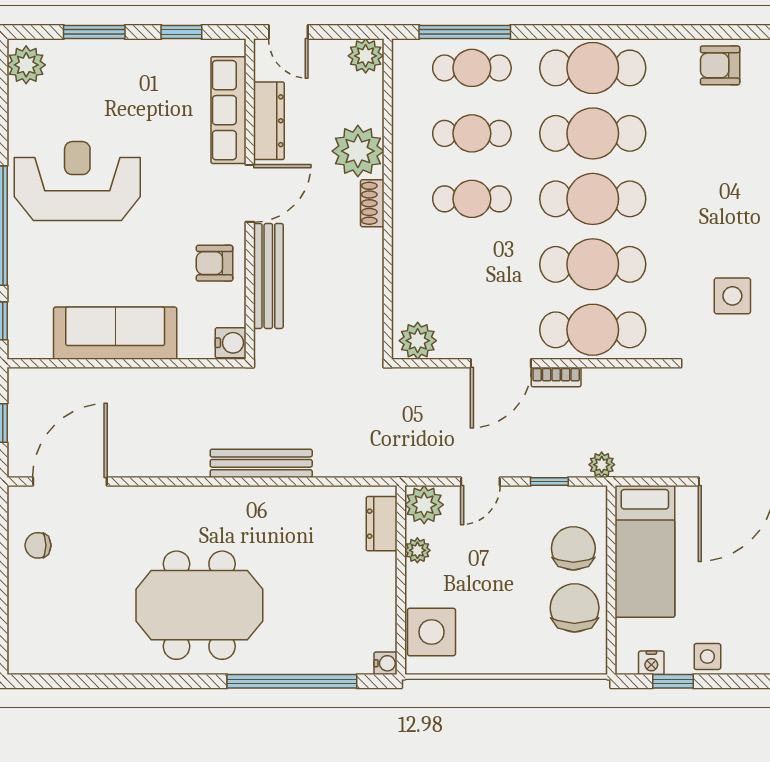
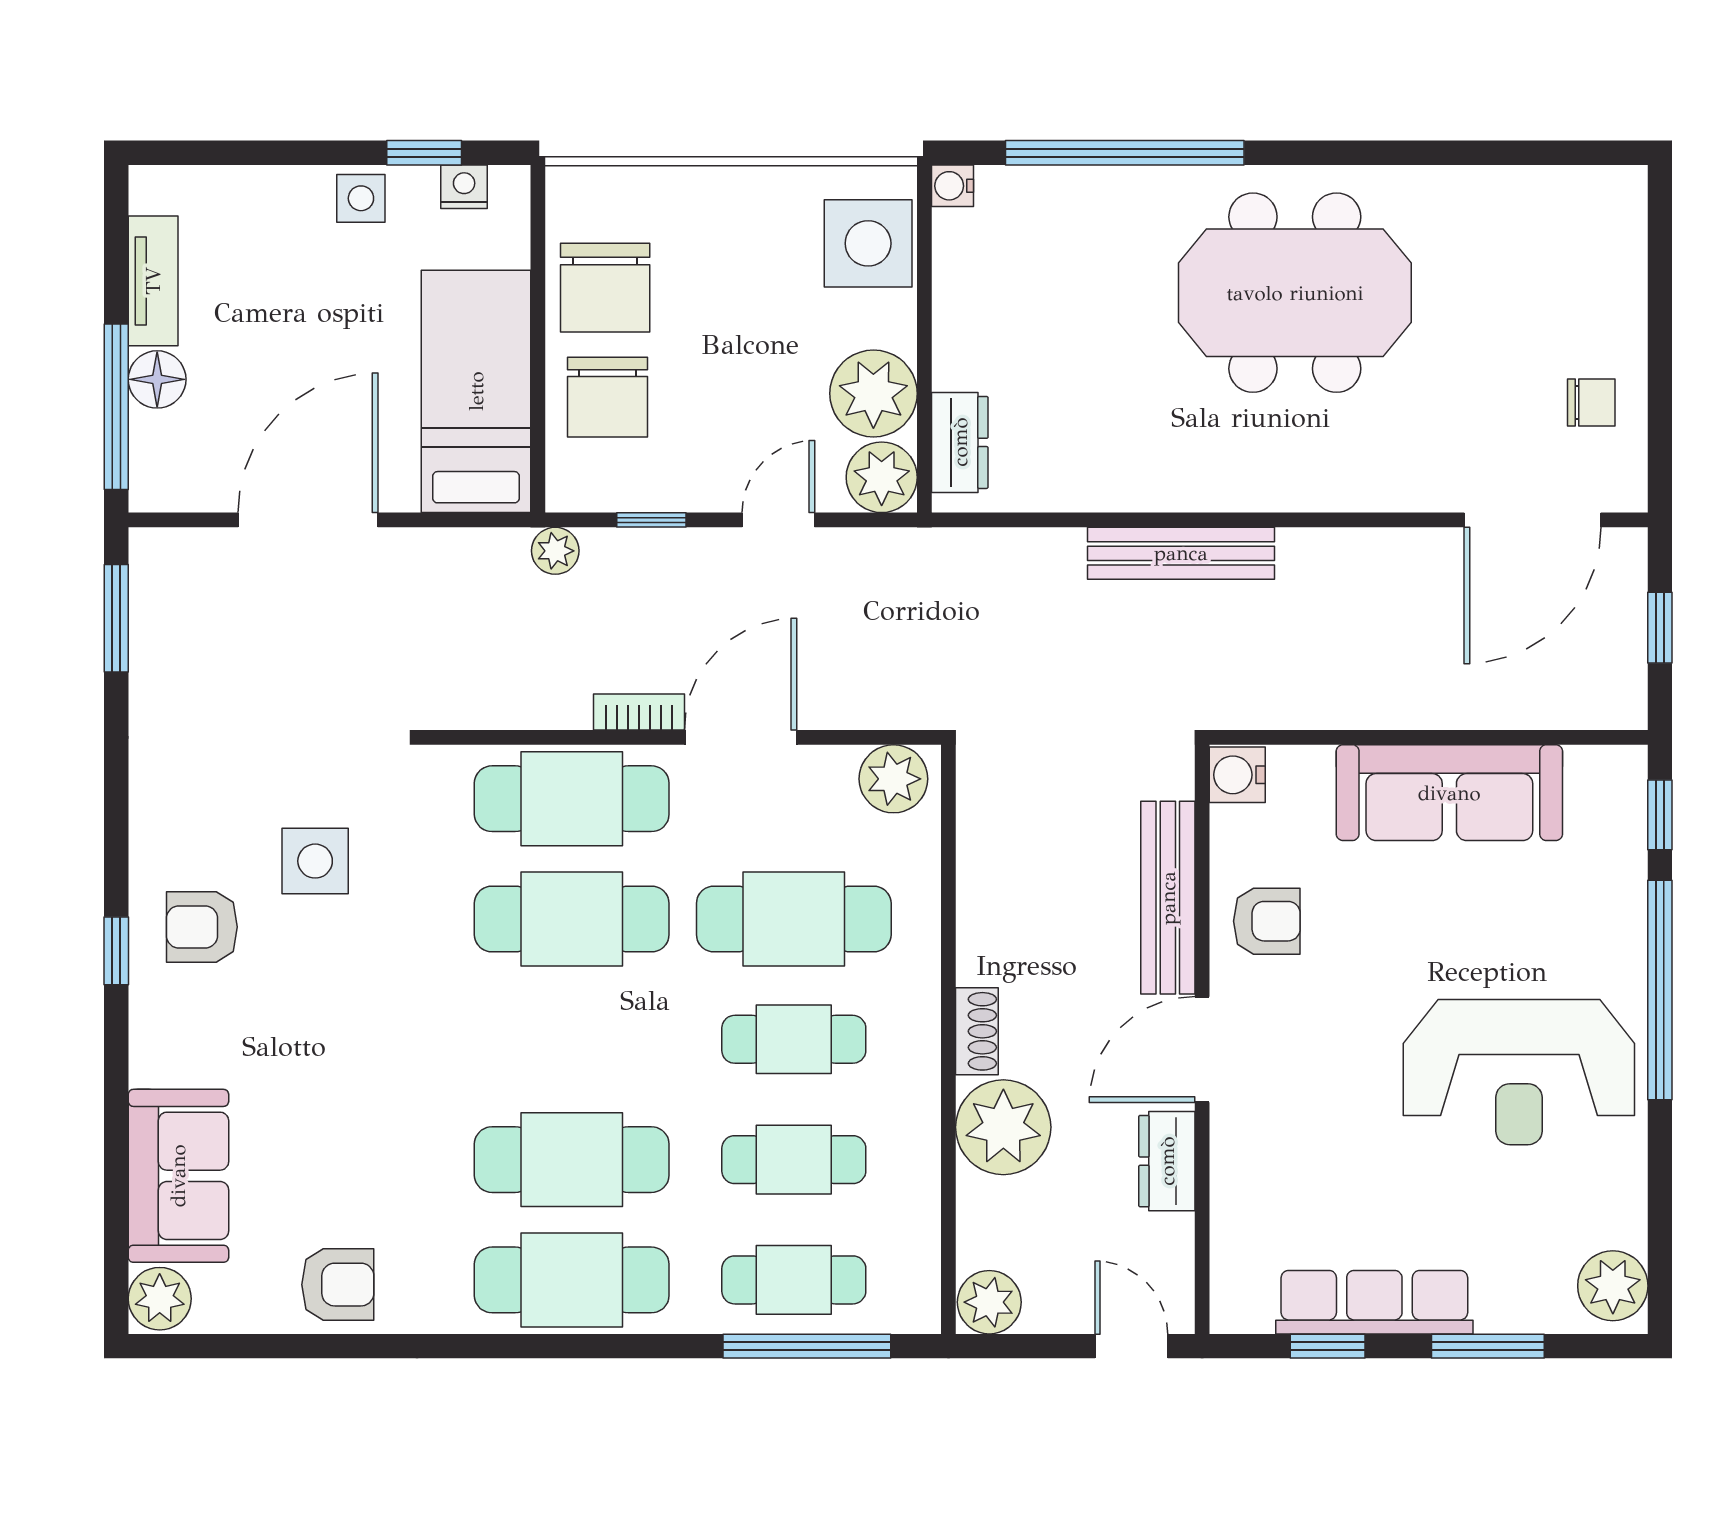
row of seats: (228, 110) -> (1374, 1302), moved, turned -90
dresser: (269, 121) -> (1167, 1161), width x0.70
cafe table: (593, 199) -> (794, 919), moved
plant: (417, 550) -> (873, 393), width x1.87, depth x1.87

